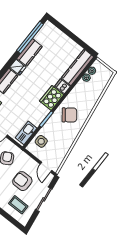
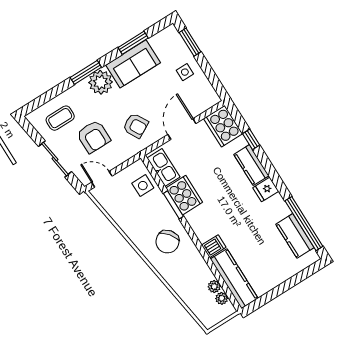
kitchen counter: (29, 52) -> (295, 236), moved
cooker: (52, 98) -> (184, 195), moved
armchair: (22, 181) -> (93, 137), turned 90

